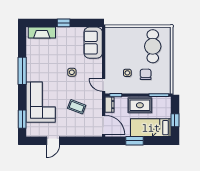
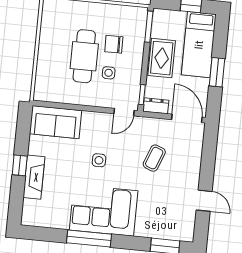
fireplace: (42, 33) -> (34, 177), moved
cafe table: (153, 46) -> (84, 56), moved, turned 90
corner sofa: (41, 102) -> (104, 210), moved
door: (104, 125) -> (187, 118), hinge flipped

